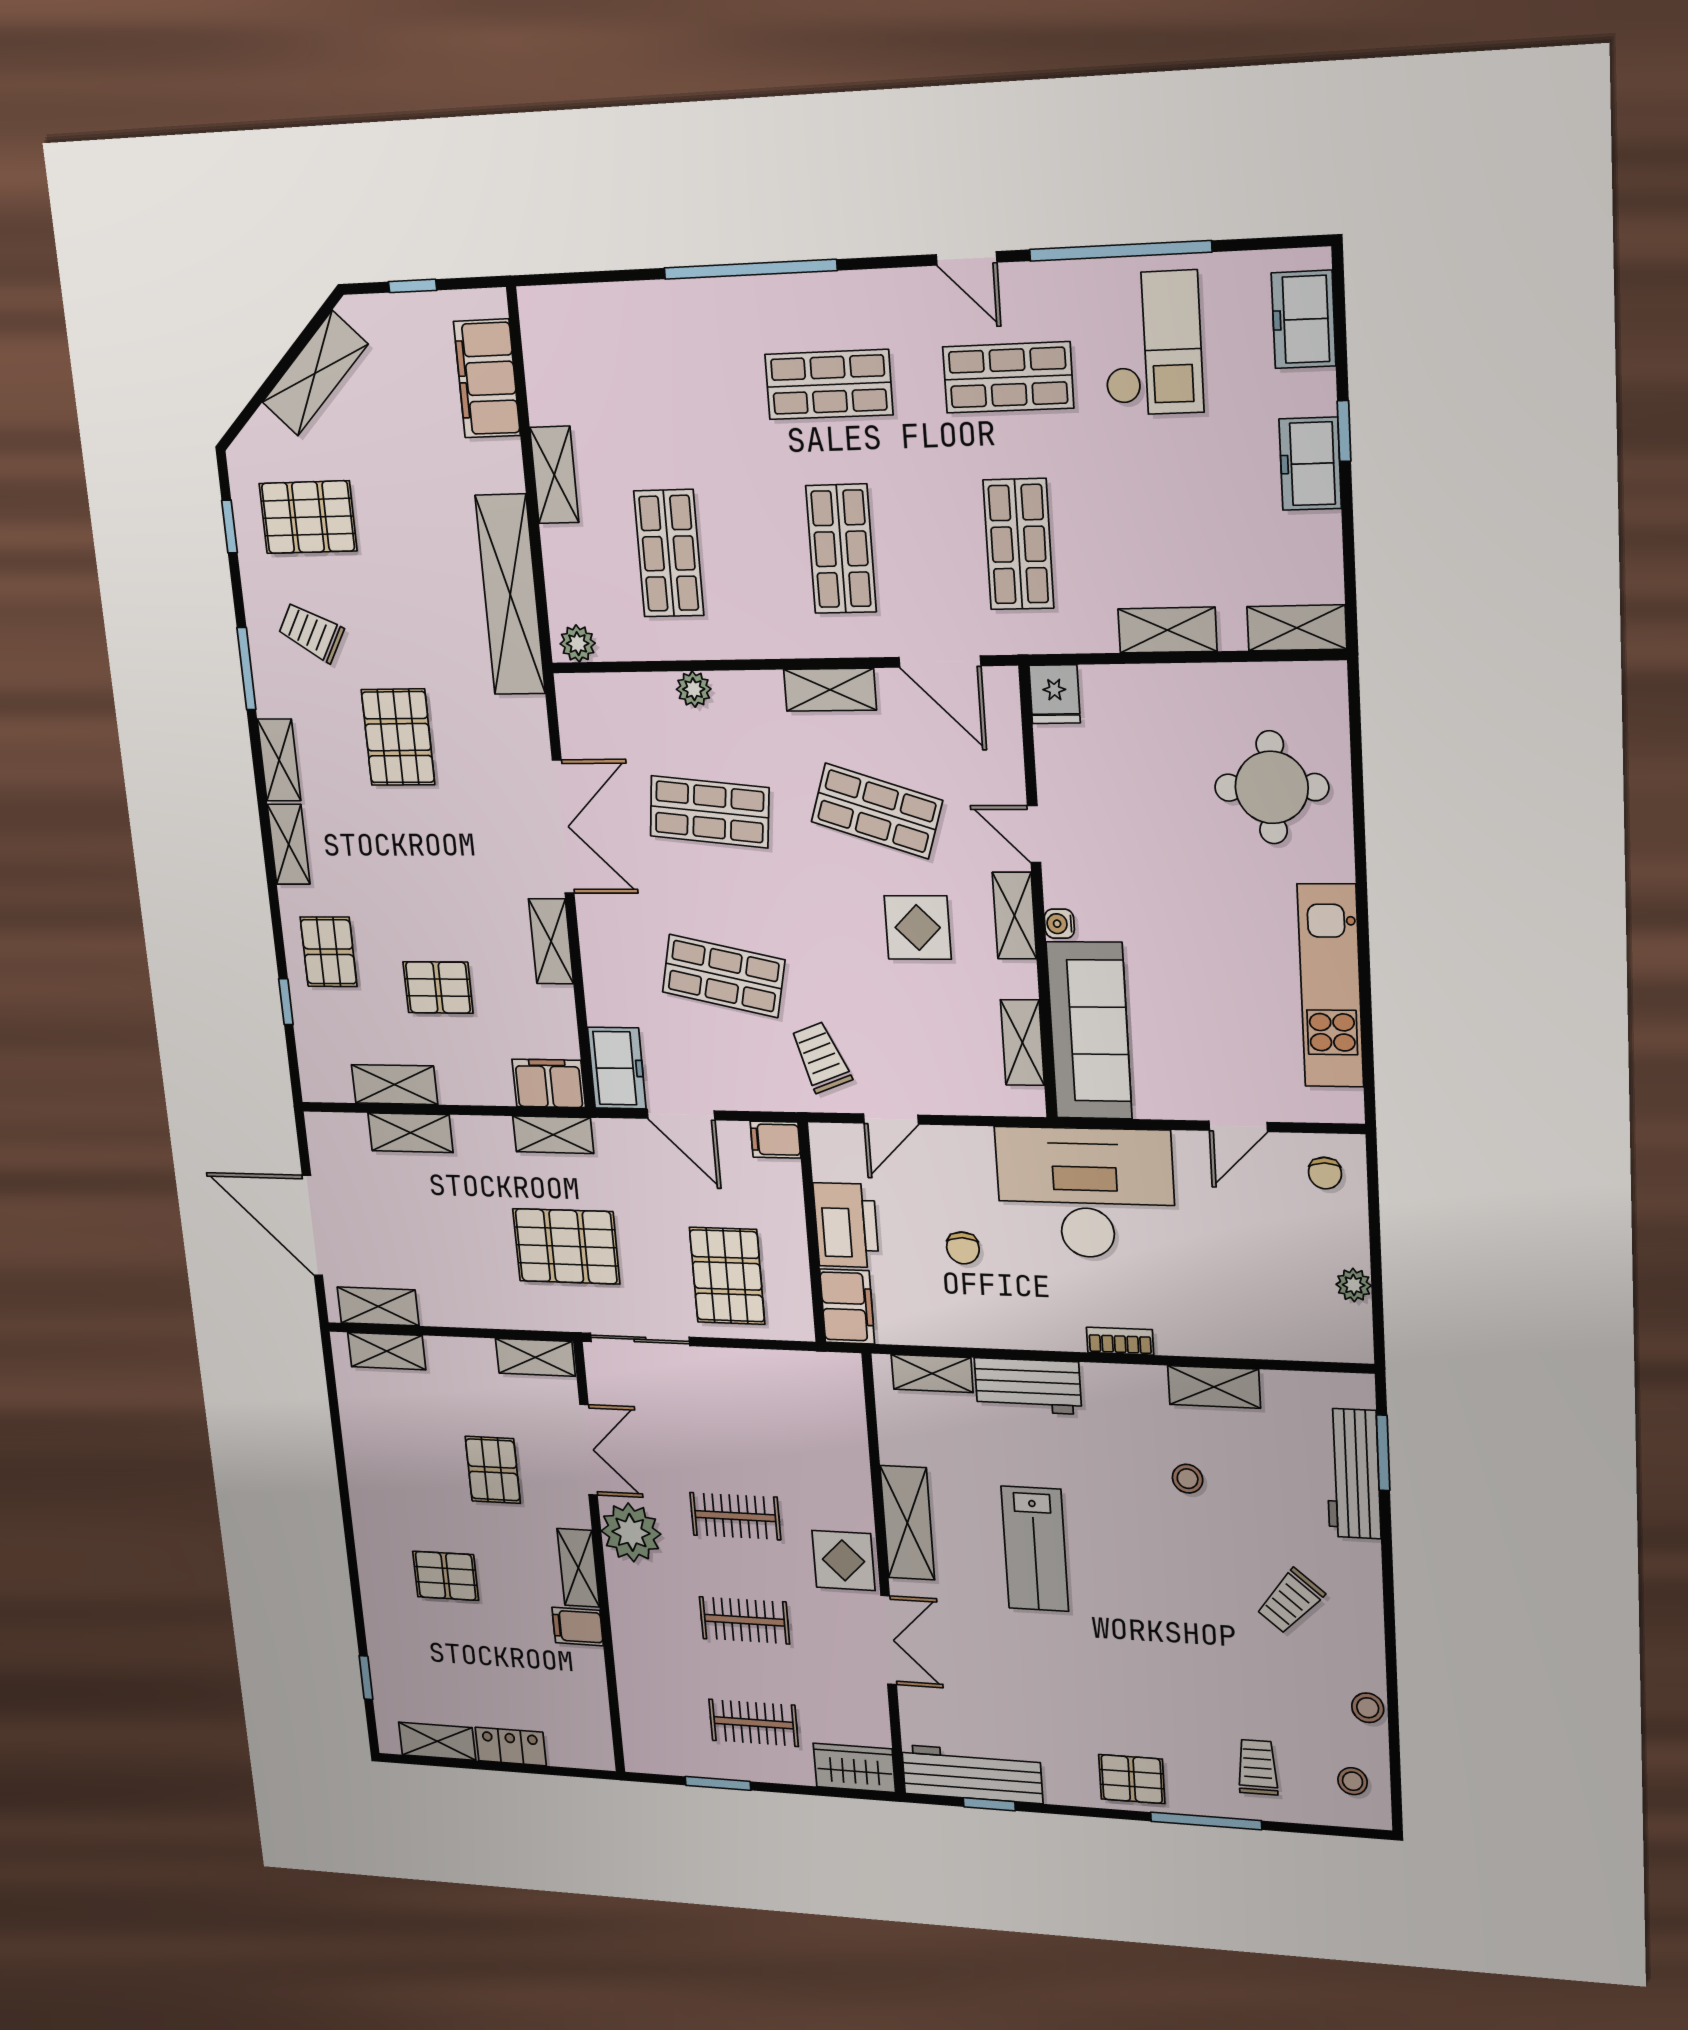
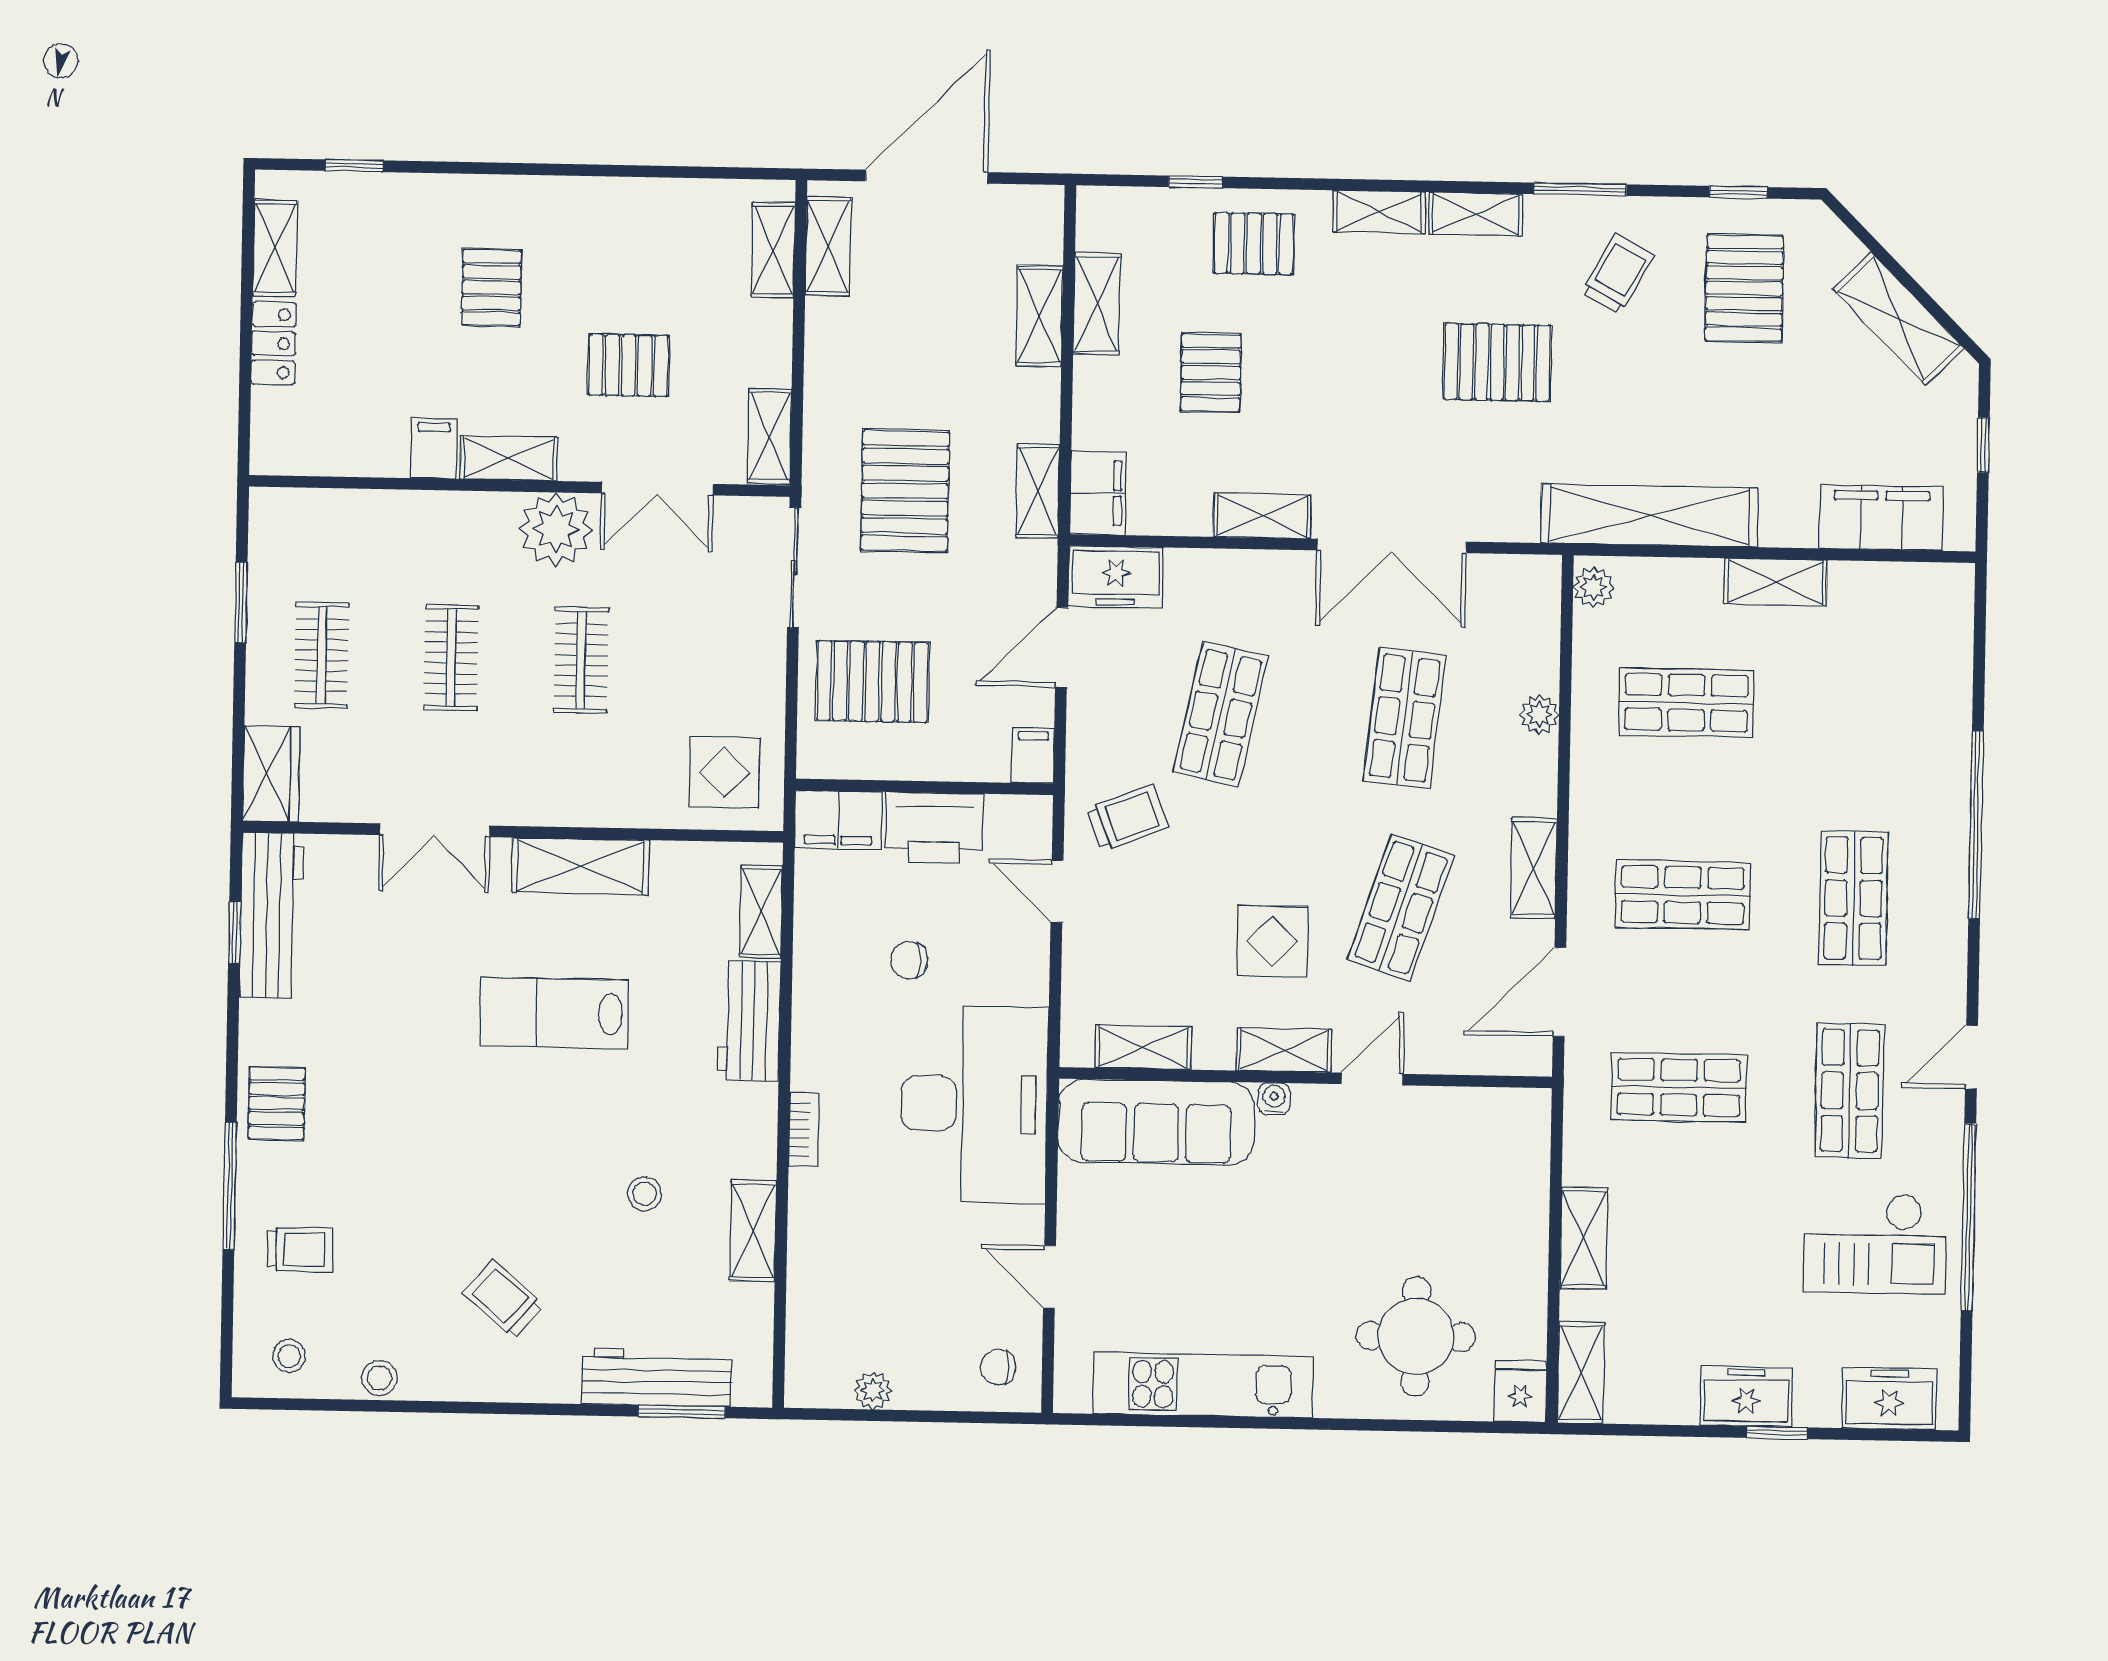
fridge: (1055, 694) -> (1520, 1391), moved, turned 90
display table: (843, 1560) -> (724, 772), moved

